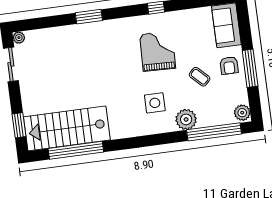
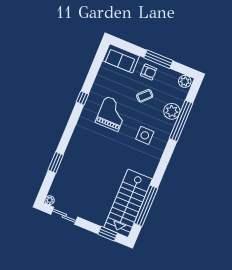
window: (89, 17) -> (56, 162), moved
grand piano: (158, 51) -> (112, 114), turned 88
plant: (186, 119) -> (172, 111), moved
window: (214, 132) -> (181, 121), moved

